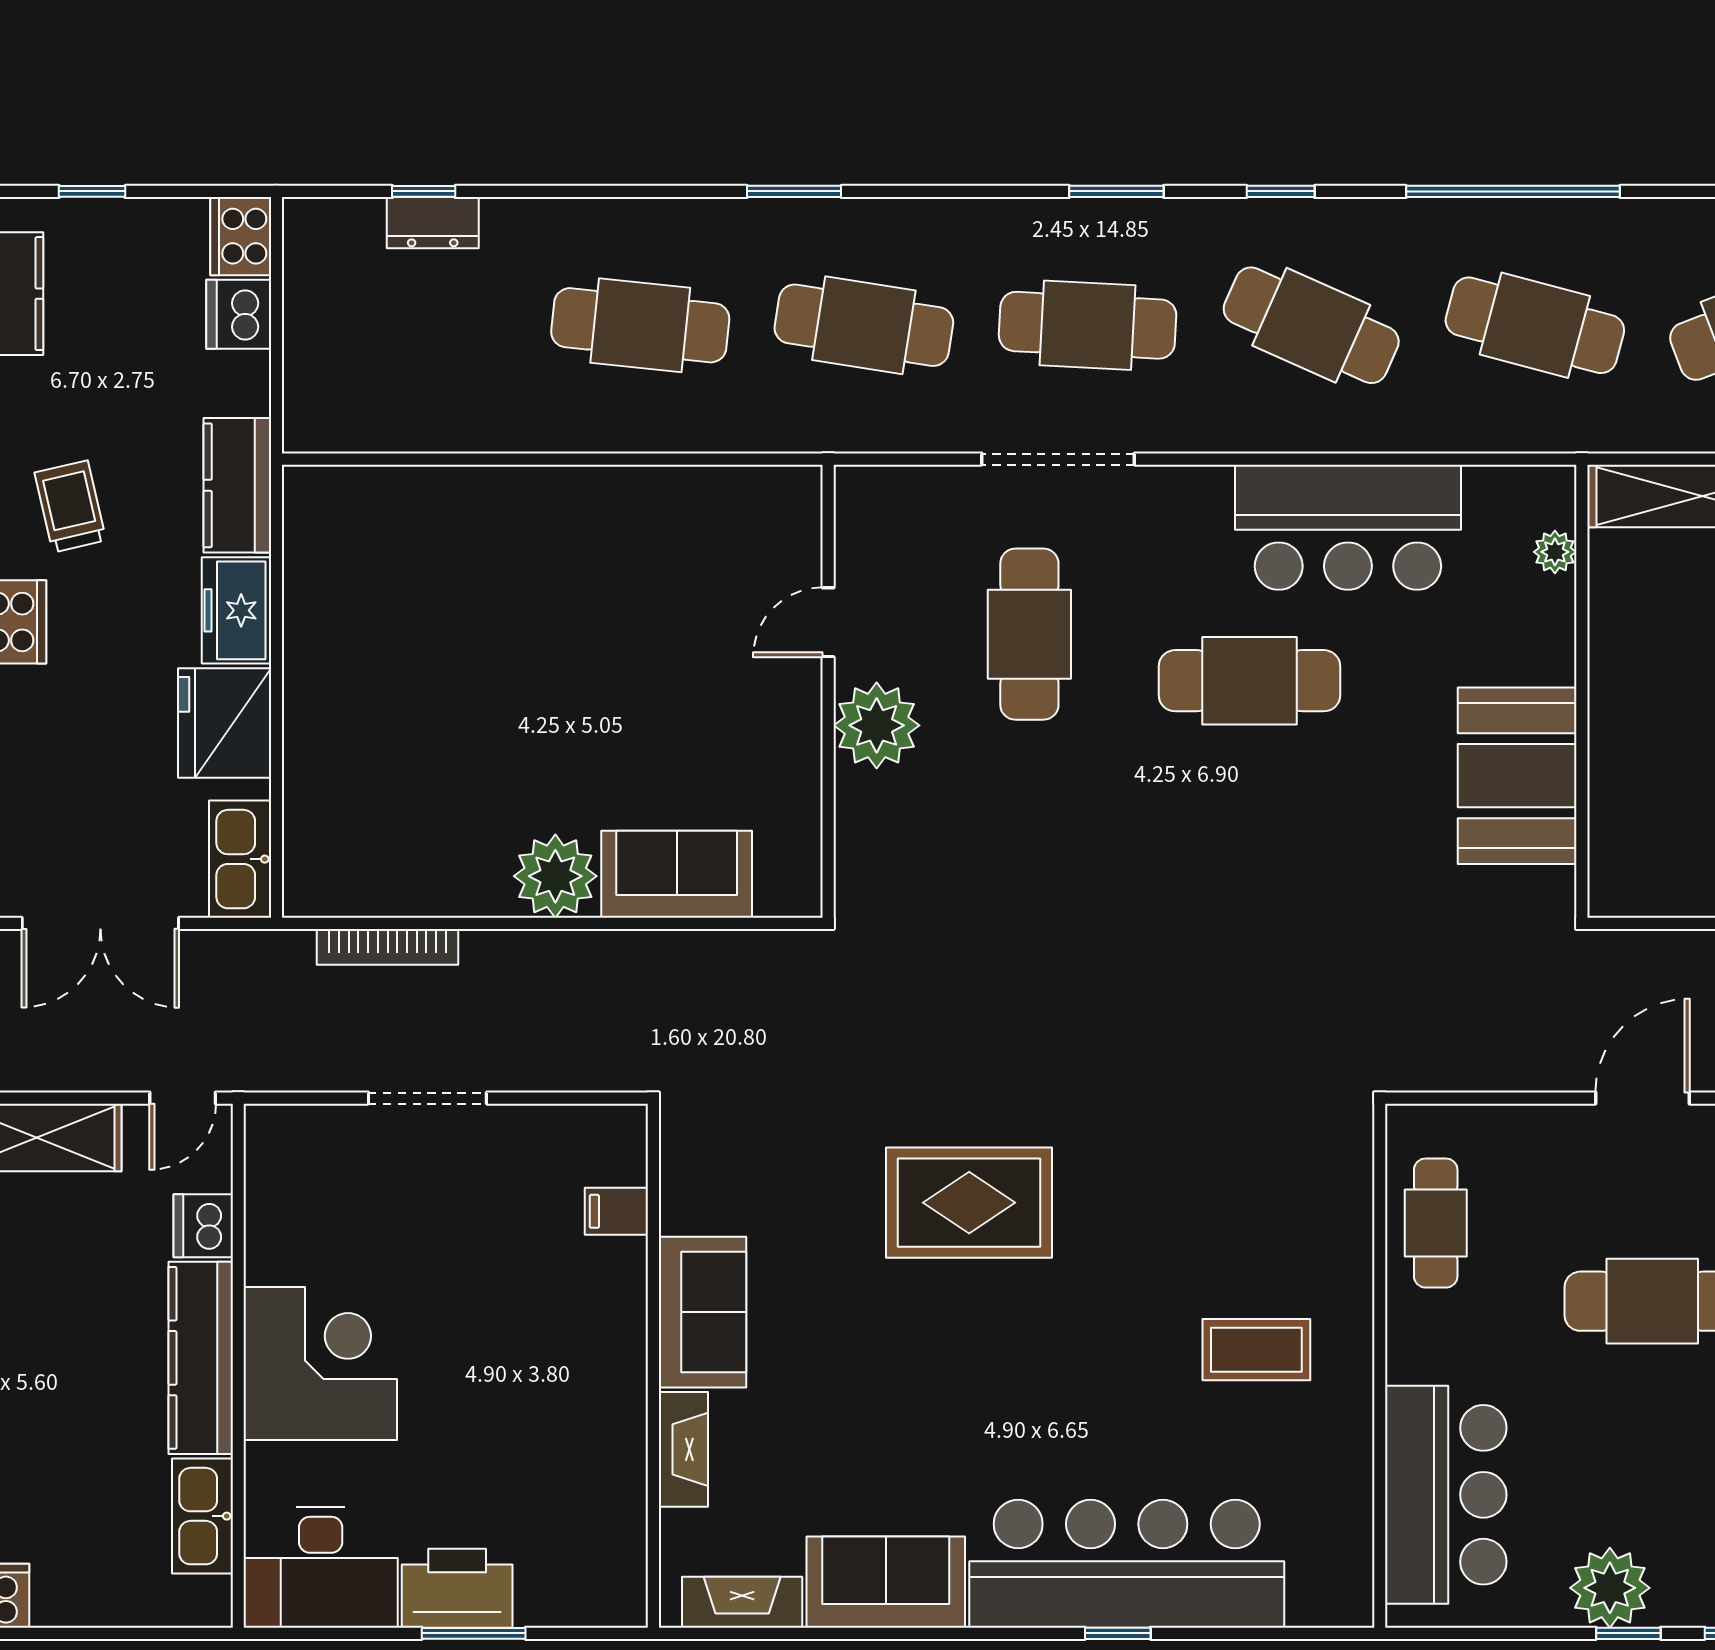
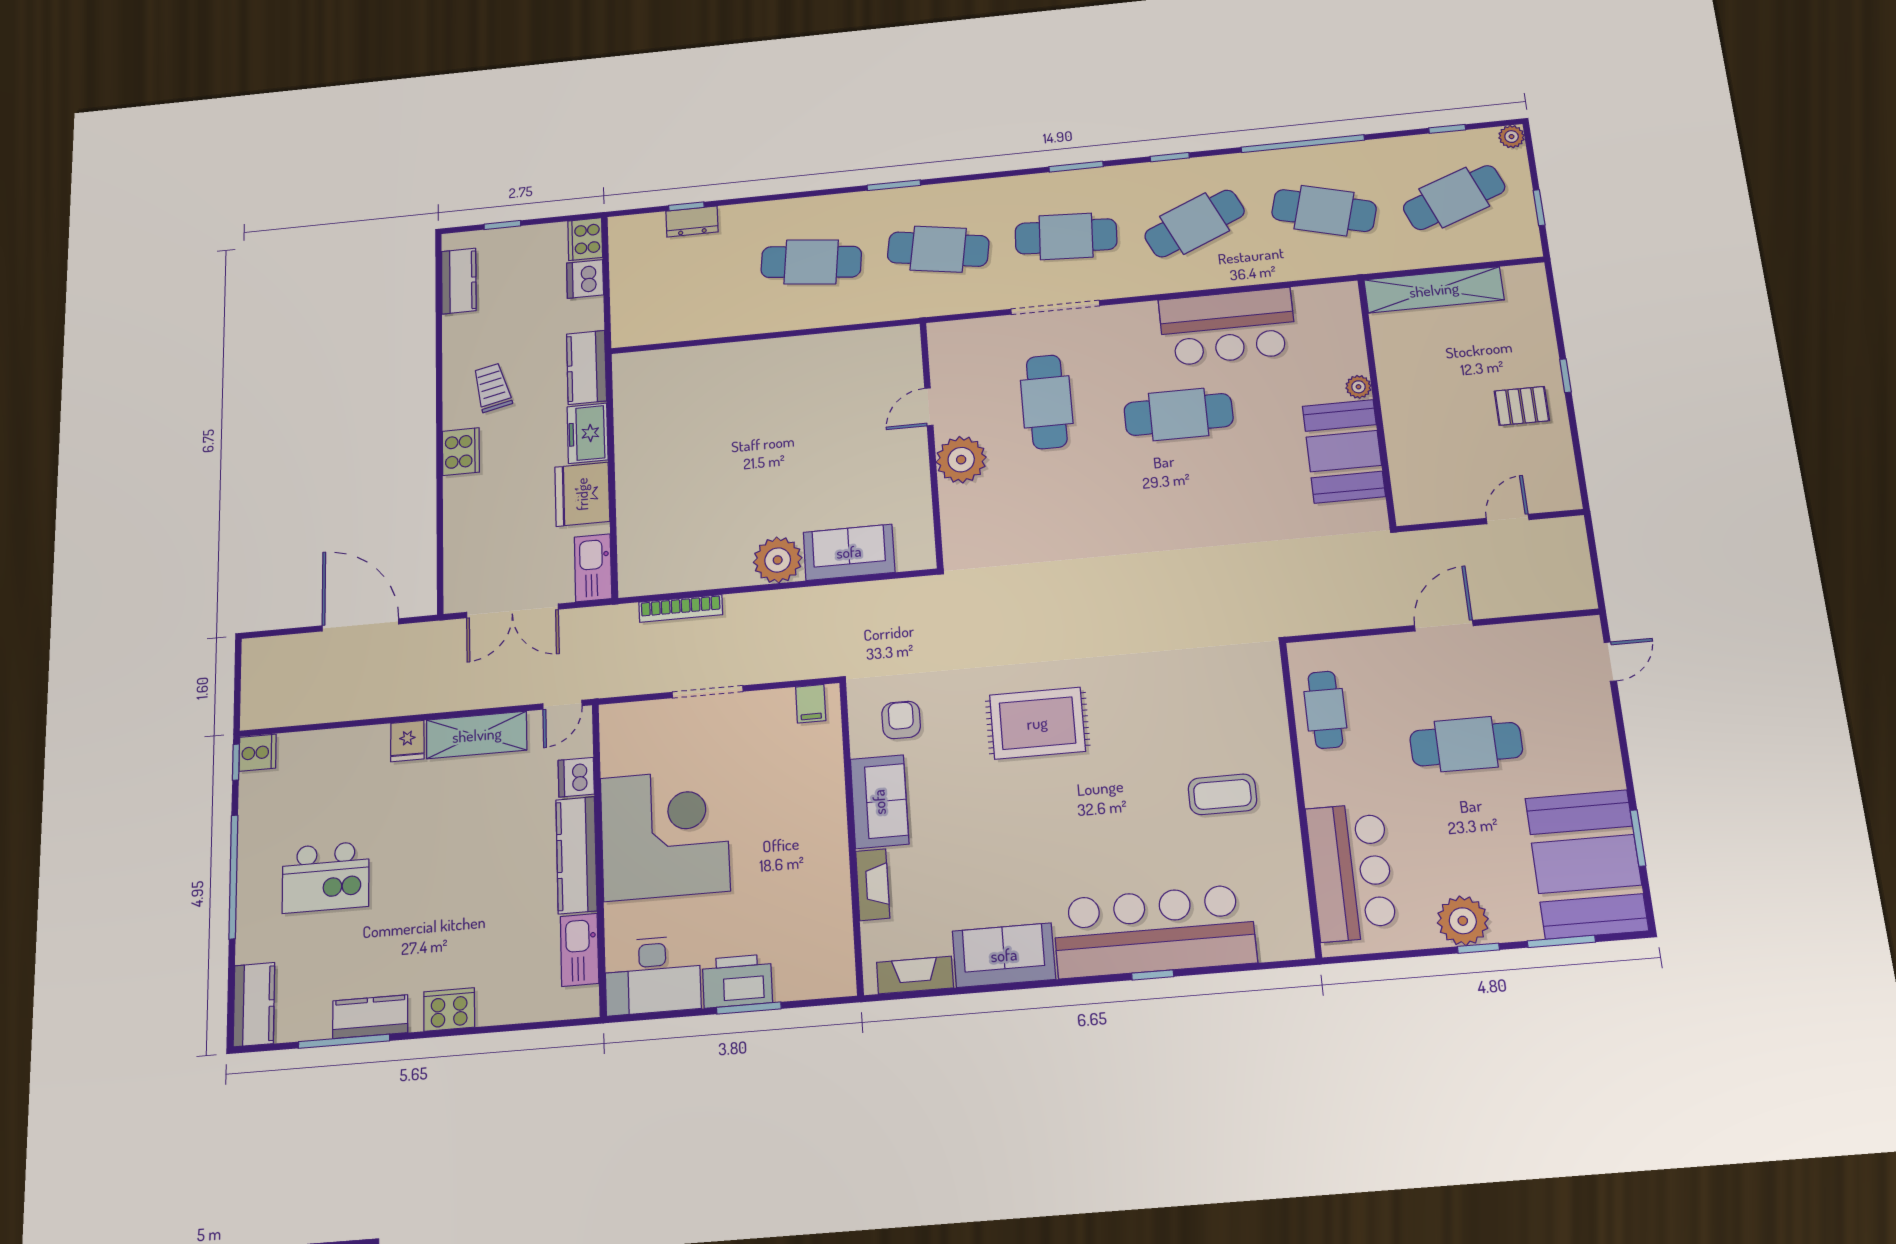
cafe table: (1311, 325) -> (1195, 224), turned -48
plant: (1555, 552) -> (1358, 387), moved
armchair: (746, 1177) -> (901, 720), added
filing cabinet: (616, 1211) -> (811, 704), moved, turned -90
corner desk: (320, 1364) -> (665, 834), width x1.36, depth x1.36

